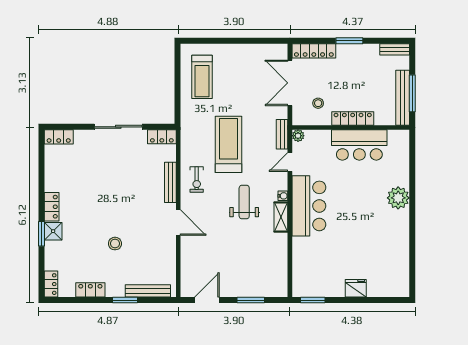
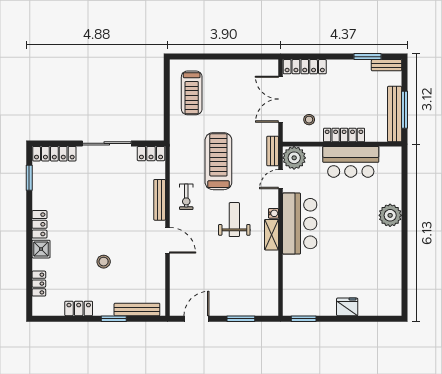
window: (349, 41) -> (368, 57), moved
plant: (298, 136) -> (294, 158), width x1.87, depth x1.87
locker: (59, 137) -> (54, 154), width x1.53
window: (41, 234) -> (29, 178), moved
locker: (51, 284) -> (39, 284), moved

